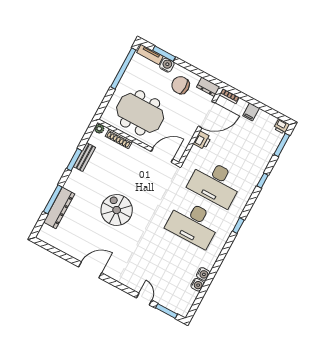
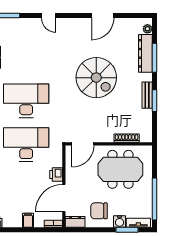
chair: (181, 85) -> (99, 211), turned 180
plant: (99, 129) -> (147, 29), moved
bench: (84, 157) -> (147, 95), moved
spiral stairs: (117, 210) -> (96, 78), width x1.37, depth x1.37
door: (90, 270) -> (103, 16), moved
door: (144, 299) -> (49, 16), moved

